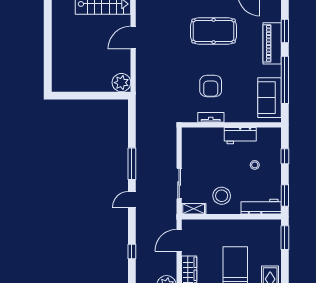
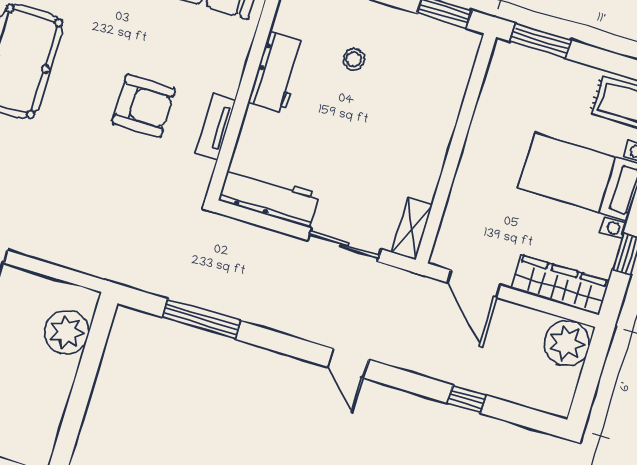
plant: (121, 83) -> (67, 332), moved
window: (132, 164) -> (201, 319), moved
stool: (222, 196) -> (401, 156), removed
workbench: (261, 207) -> (269, 197), moved, turned 90

